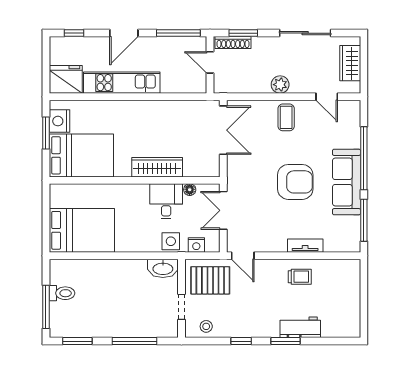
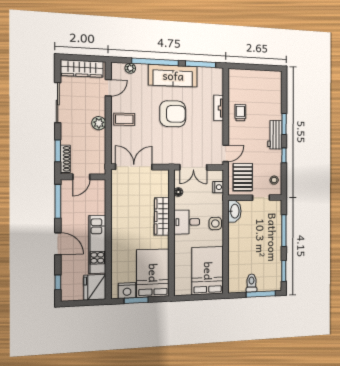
wardrobe: (350, 63) -> (82, 69), width x1.50
plant: (354, 125) -> (130, 68), added
armchair: (295, 182) -> (173, 114), turned 90
desk: (166, 201) -> (187, 222), moved
side table: (171, 241) -> (215, 223), moved
workbench: (300, 327) -> (275, 135), moved

